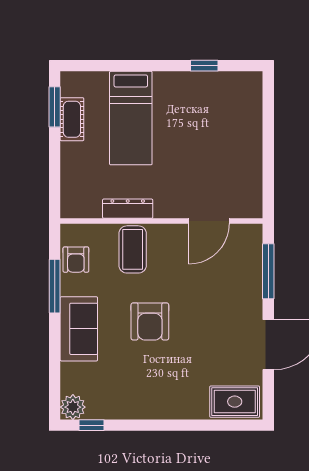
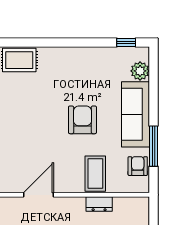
dresser: (128, 209) -> (99, 204), width x0.70
sofa: (79, 329) -> (136, 114), width x1.36
plant: (73, 407) -> (140, 71), moved

